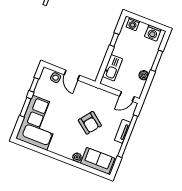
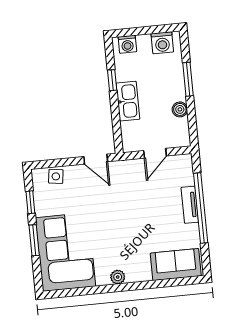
kitchen sink: (112, 68) -> (128, 101), moved
door: (72, 75) -> (96, 159), moved
door: (127, 96) -> (155, 153), moved
armchair: (90, 123) -> (137, 216), removed
plant: (77, 157) -> (118, 277), moved

